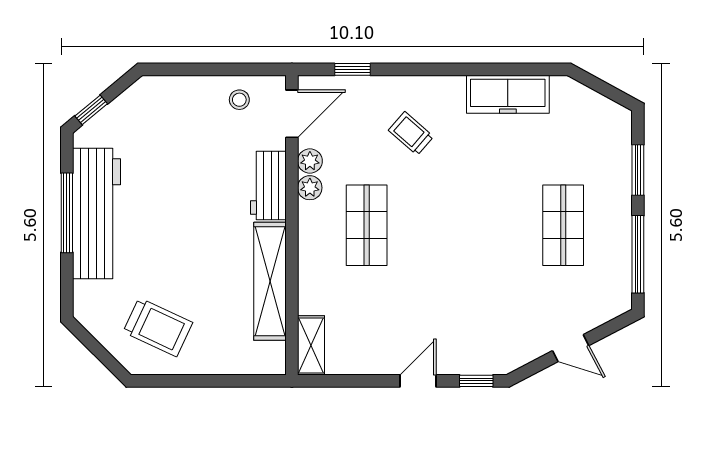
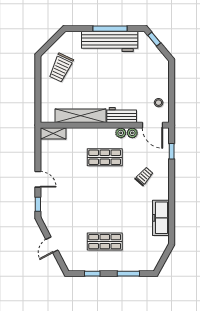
window: (638, 254) -> (92, 274), width x0.46

